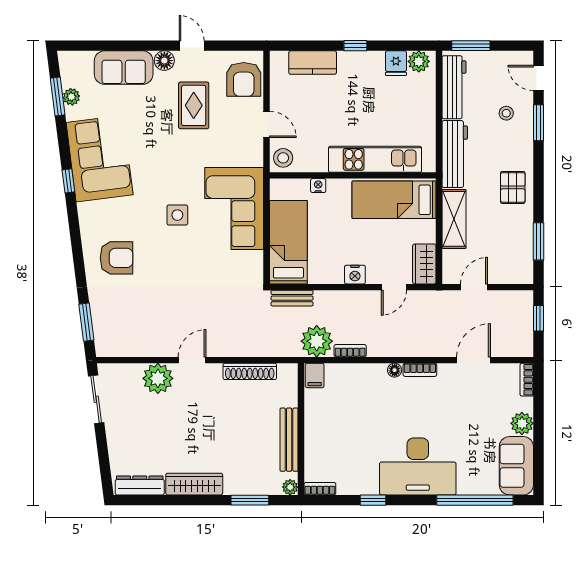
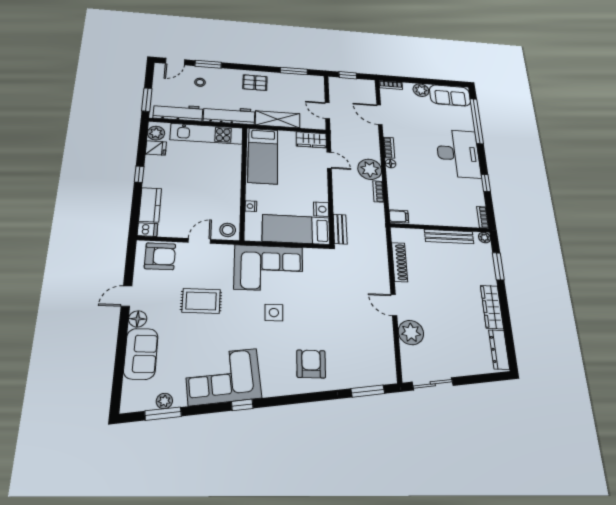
dishwasher: (278, 62) -> (147, 230), added
rug: (194, 105) -> (201, 301), moved
kitchen unit: (375, 159) -> (207, 134), moved, turned -90
nightstand: (355, 275) -> (321, 209), moved
plant: (317, 341) -> (370, 169), moved

